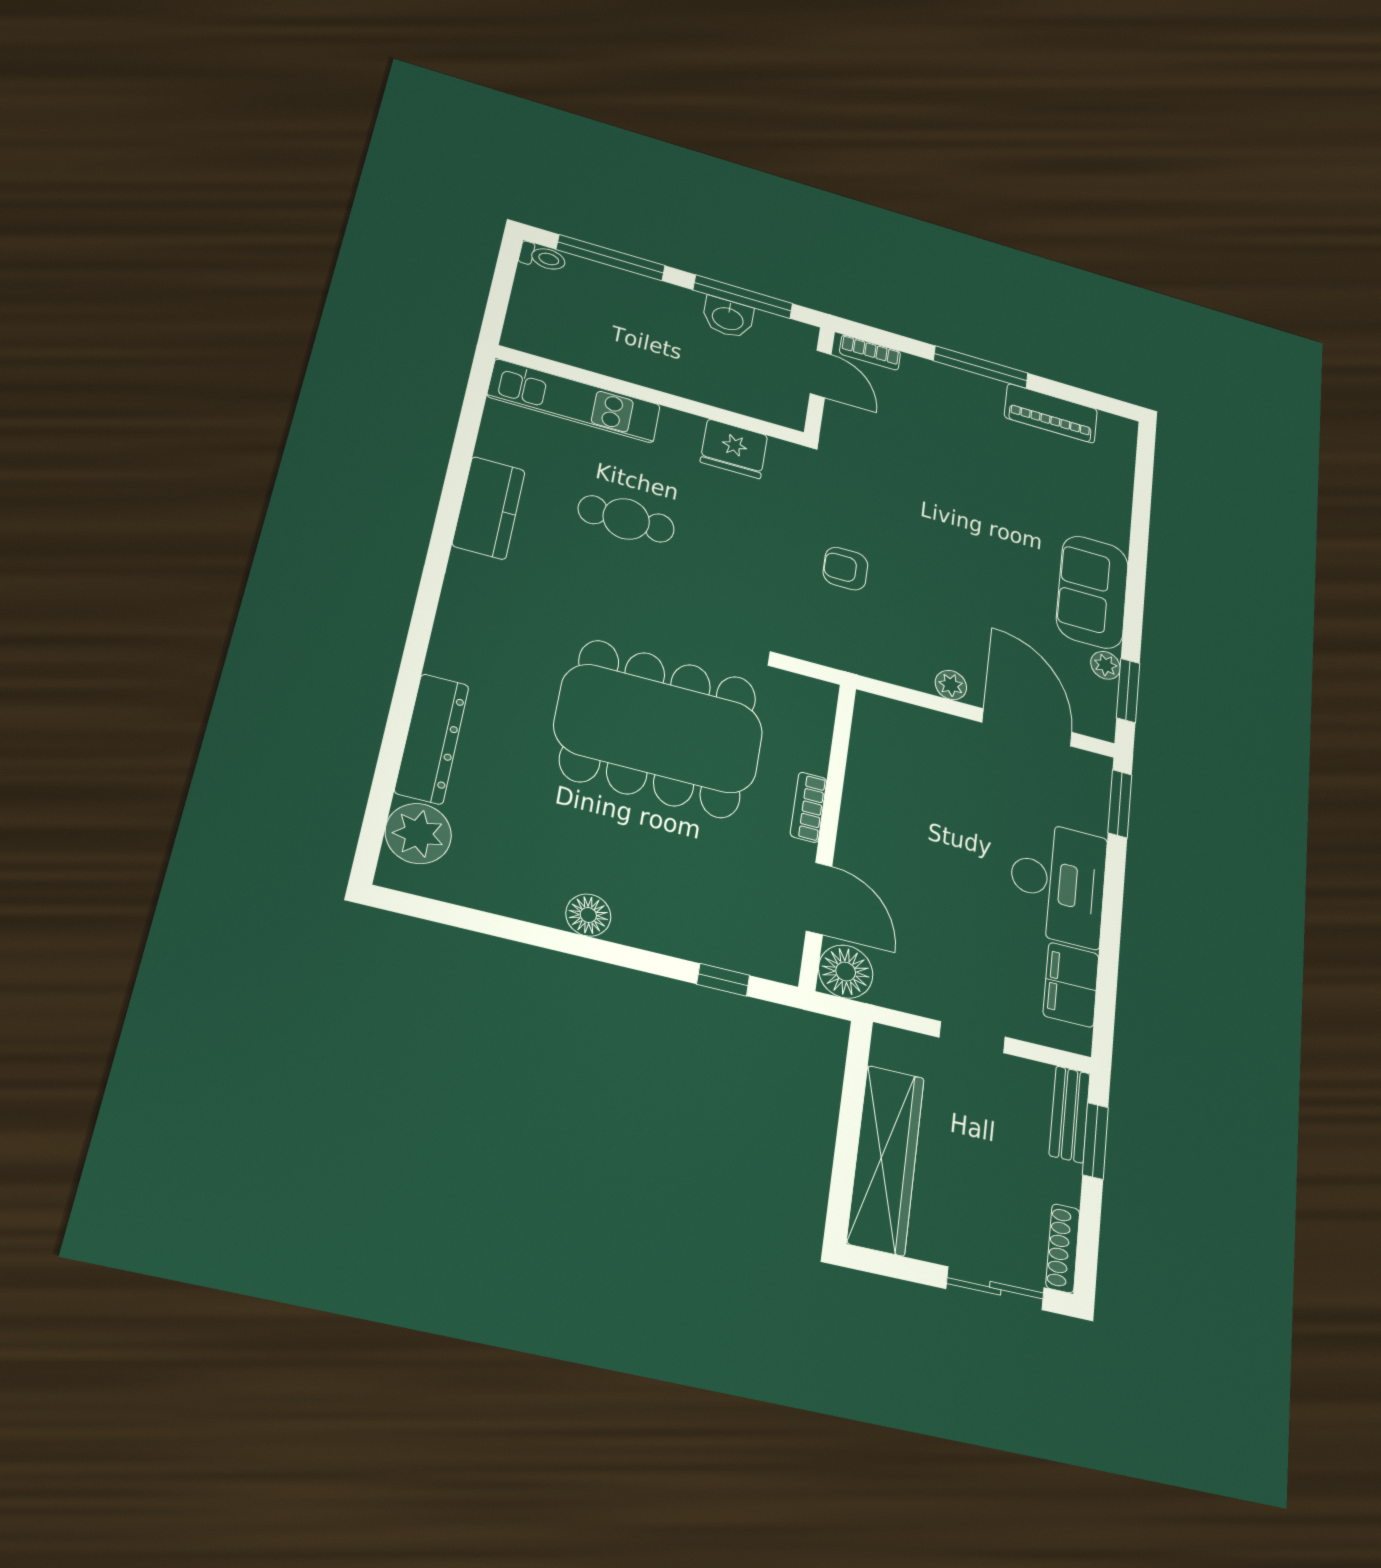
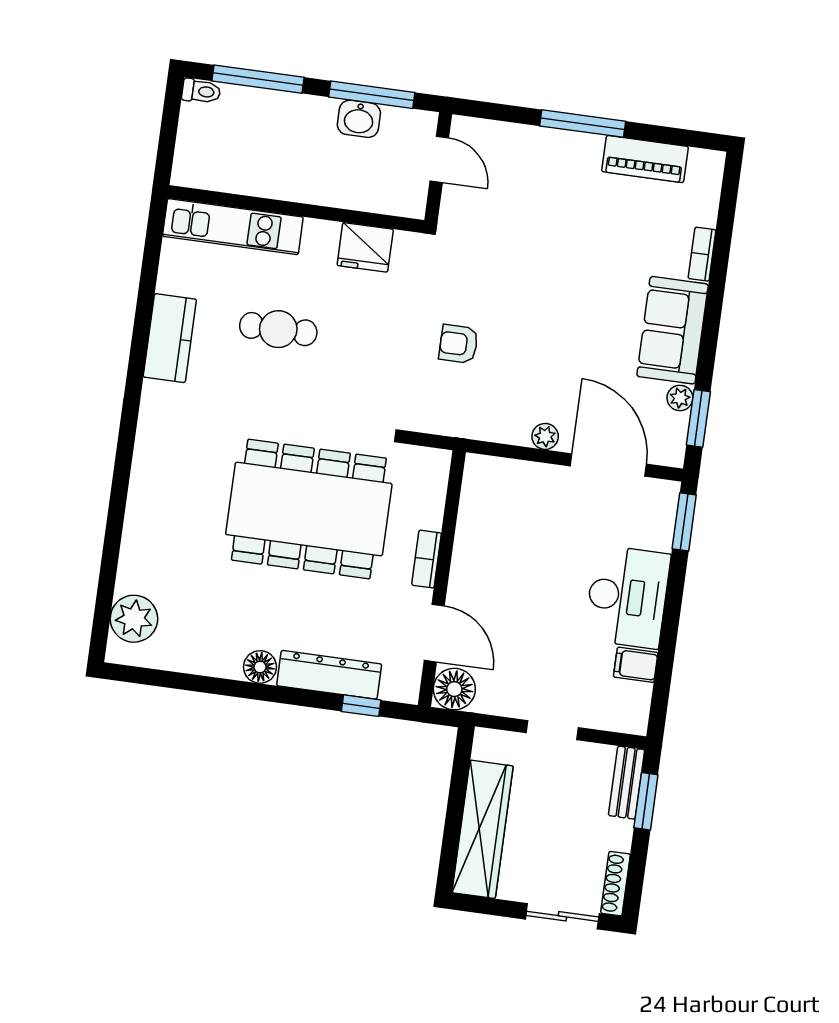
bookcase: (870, 353) -> (702, 254), moved, turned 90
dresser: (432, 739) -> (329, 675), moved, turned -90
filing cabinet: (1071, 985) -> (636, 665), width x0.50

